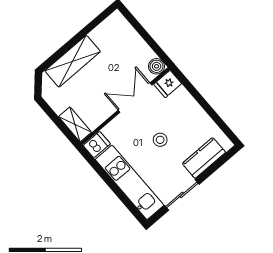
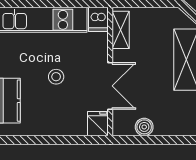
boiler: (157, 66) -> (144, 127), moved
shelving: (75, 124) -> (121, 30), moved, turned 90

